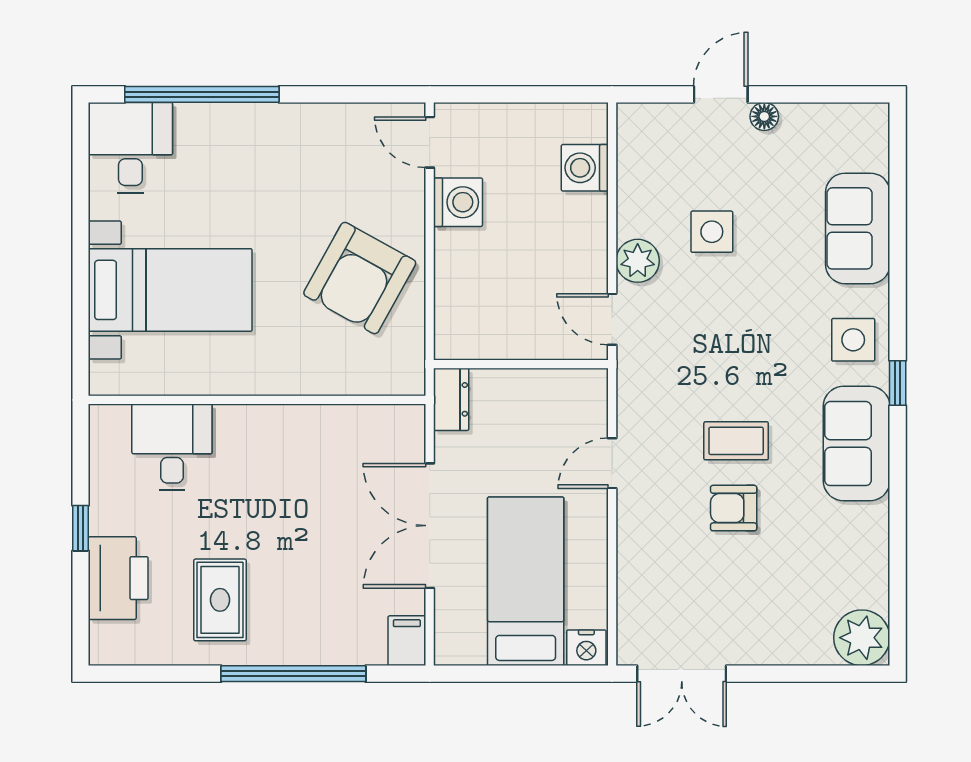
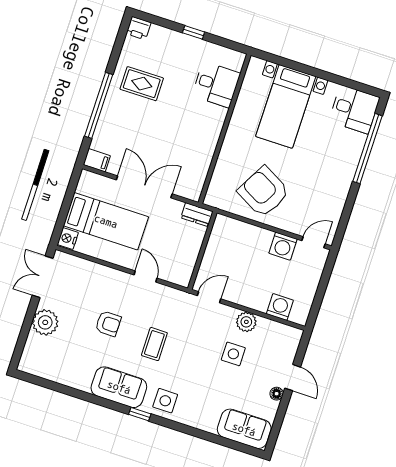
sofa: (858, 228) -> (244, 429), moved
plant: (638, 261) -> (246, 322), moved
coffee table: (736, 441) -> (154, 344), moved
armchair: (734, 508) -> (108, 324), turned 90
printer: (118, 578) -> (139, 28), moved, width x0.53, depth x0.68
plant: (862, 638) -> (45, 322), moved

